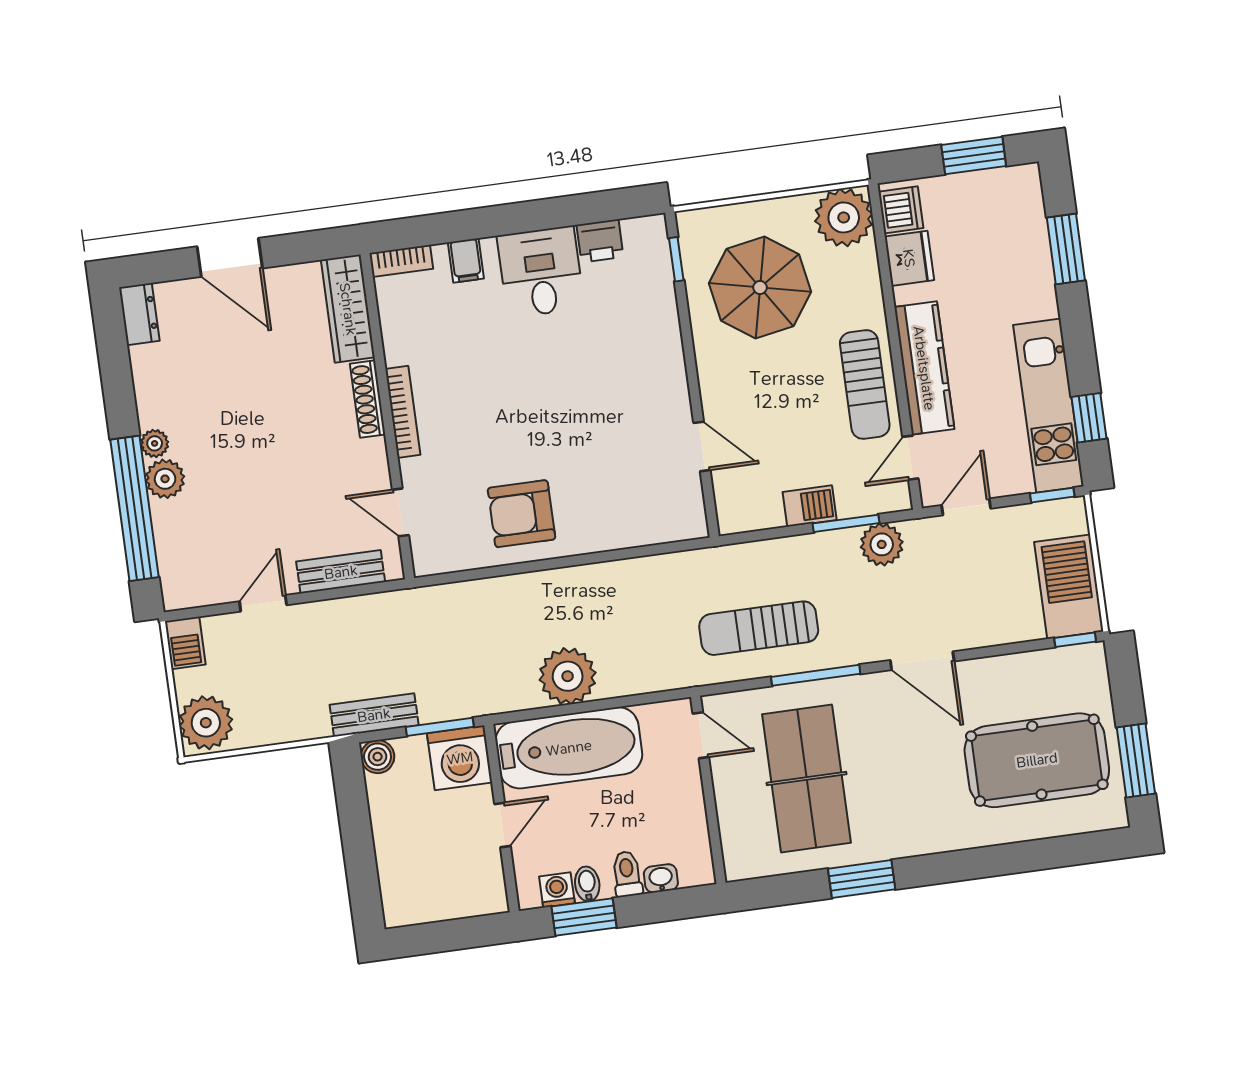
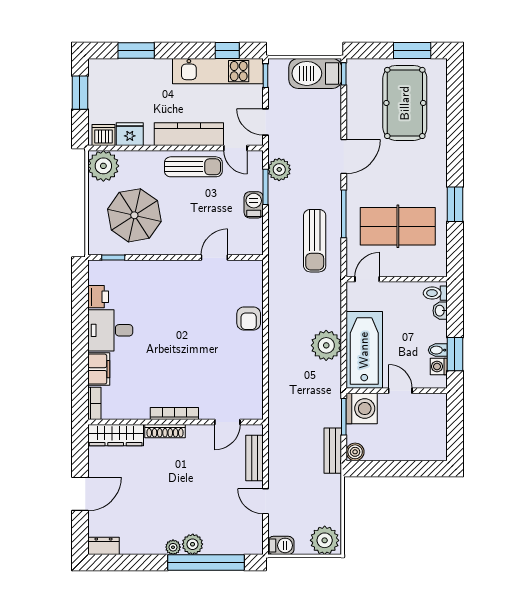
filing cabinet: (466, 260) -> (99, 369), width x2.00
armchair: (521, 514) -> (249, 318), moved, width x0.72, depth x0.72
toilet: (627, 874) -> (435, 293), moved

